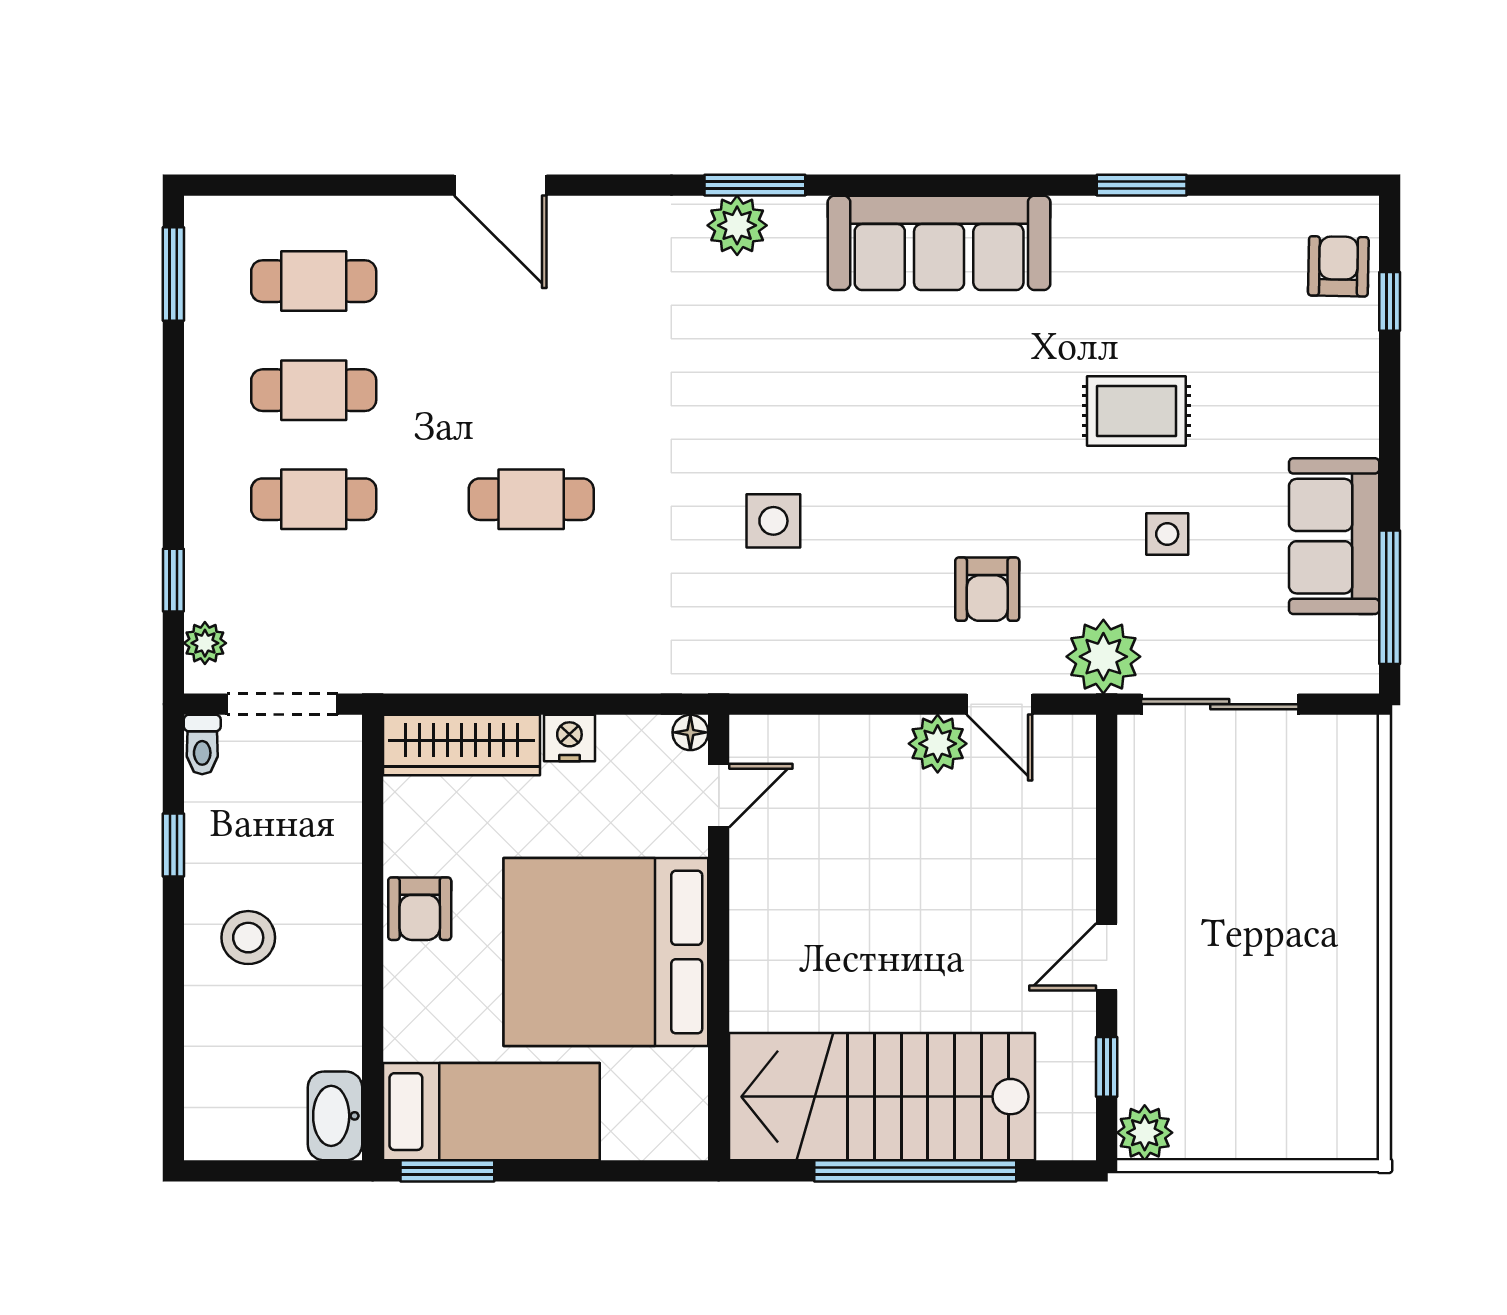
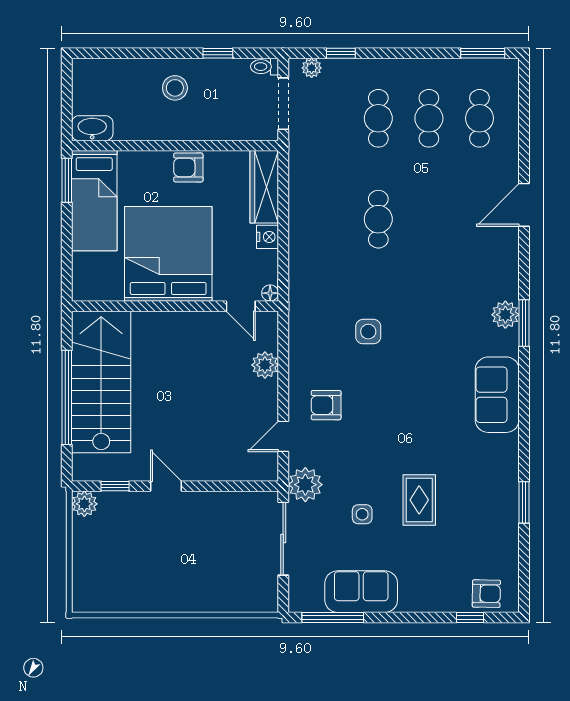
sofa: (939, 243) -> (497, 395), width x0.73
armchair: (987, 589) -> (326, 405), moved
plant: (938, 744) -> (265, 365), moved

